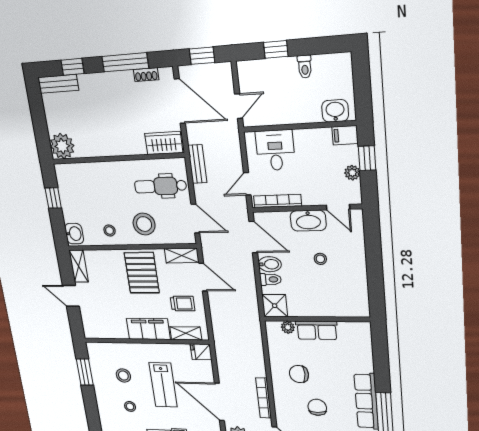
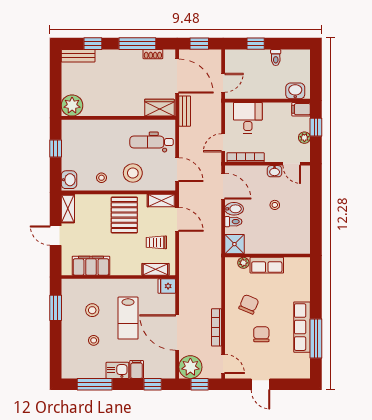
bench: (197, 164) -> (185, 111), moved
washbasin: (308, 221) -> (275, 171), width x0.52, depth x0.69
trolley: (183, 303) -> (156, 242), turned 180
filing cabinet: (148, 329) -> (91, 266), moved
chair: (299, 374) -> (249, 304), turned 113

